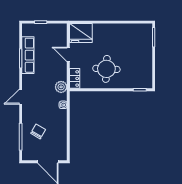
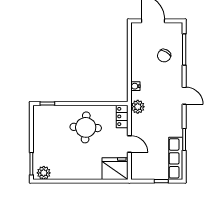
plant: (143, 29) -> (44, 173), added
row of seats: (28, 55) -> (176, 158), moved
door: (21, 97) -> (184, 96), hinge flipped

